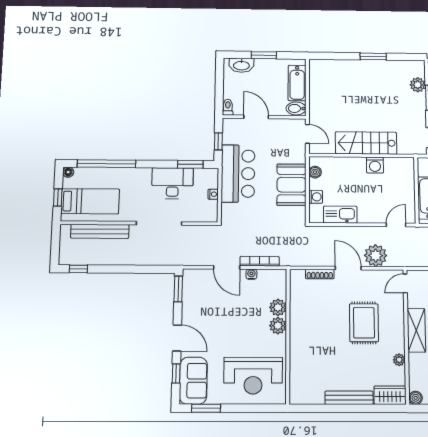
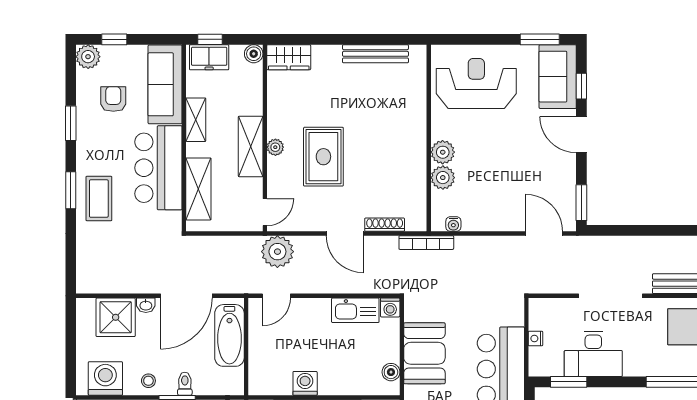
washing machine: (316, 197) -> (390, 307), moved, turned -90
plant: (376, 256) -> (277, 252), moved
bookcase: (260, 261) -> (426, 243), moved
door: (227, 267) -> (544, 233), moved
water cooler: (251, 274) -> (453, 224), moved
plant: (399, 360) -> (275, 147), moved
bench: (349, 398) -> (375, 54), moved

